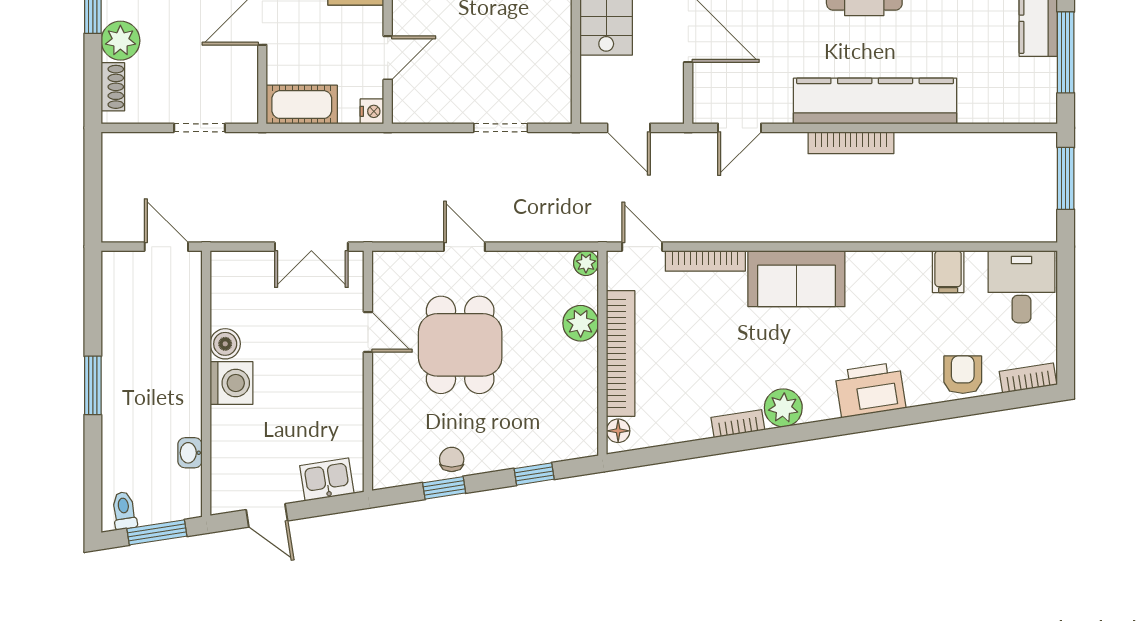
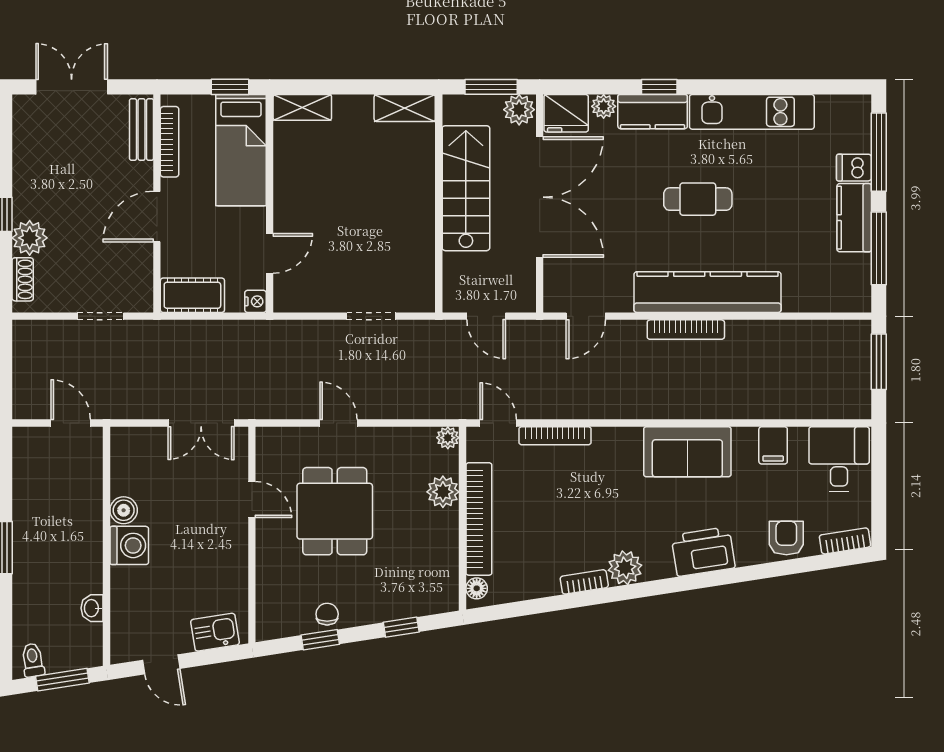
sofa: (796, 279) -> (687, 452), moved

